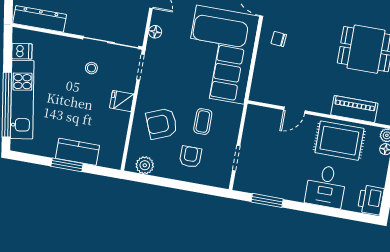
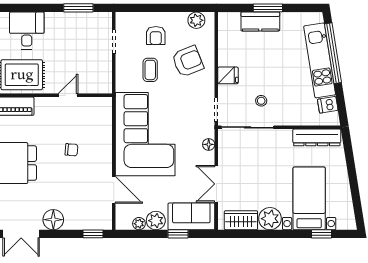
chair: (279, 39) -> (71, 150), moved

